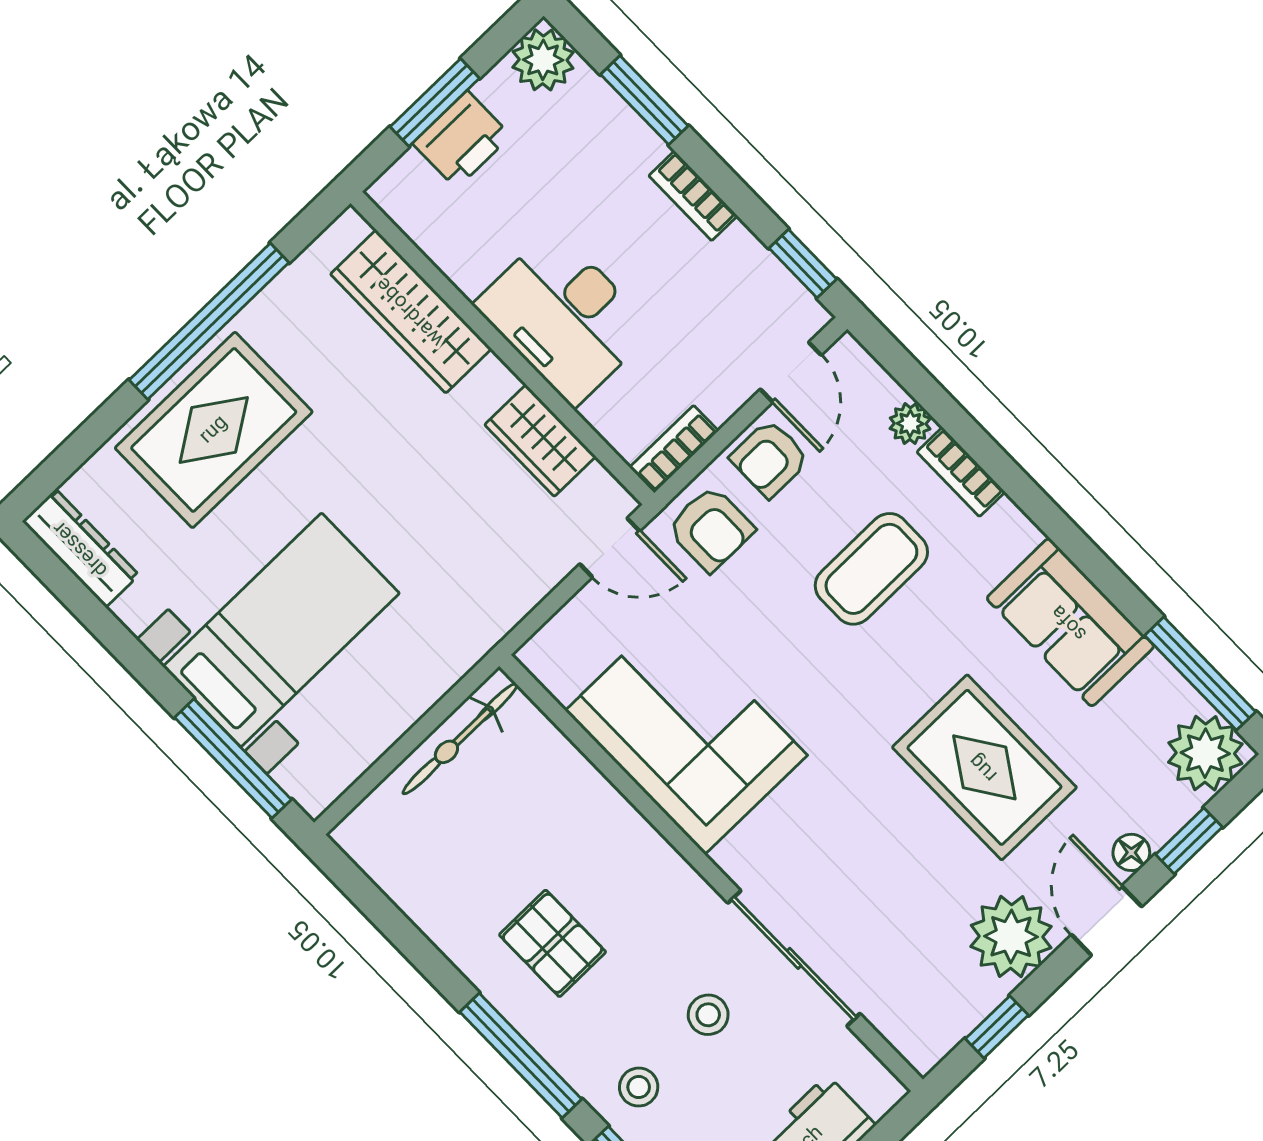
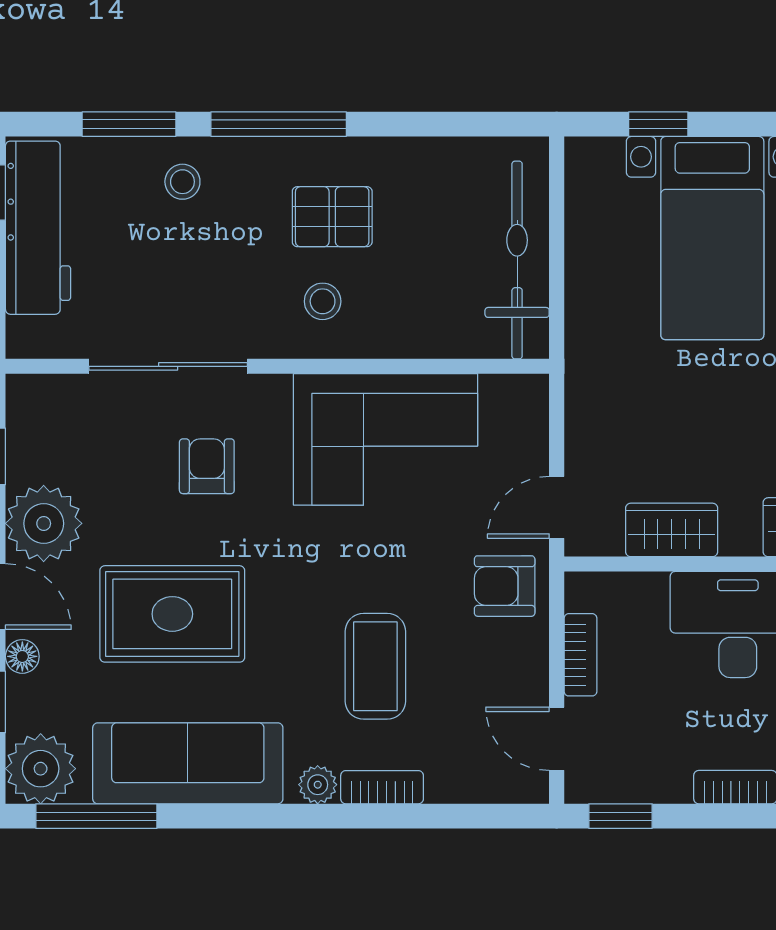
plant: (910, 424) -> (318, 785), moved
bookcase: (674, 449) -> (580, 655), moved
armchair: (770, 459) -> (207, 466), moved
sofa: (1070, 622) -> (188, 763), width x1.36
bicycle: (460, 739) -> (517, 260), width x1.37, depth x1.40
window: (233, 758) -> (658, 124), width x0.46
stool: (708, 1015) -> (323, 301), moved

